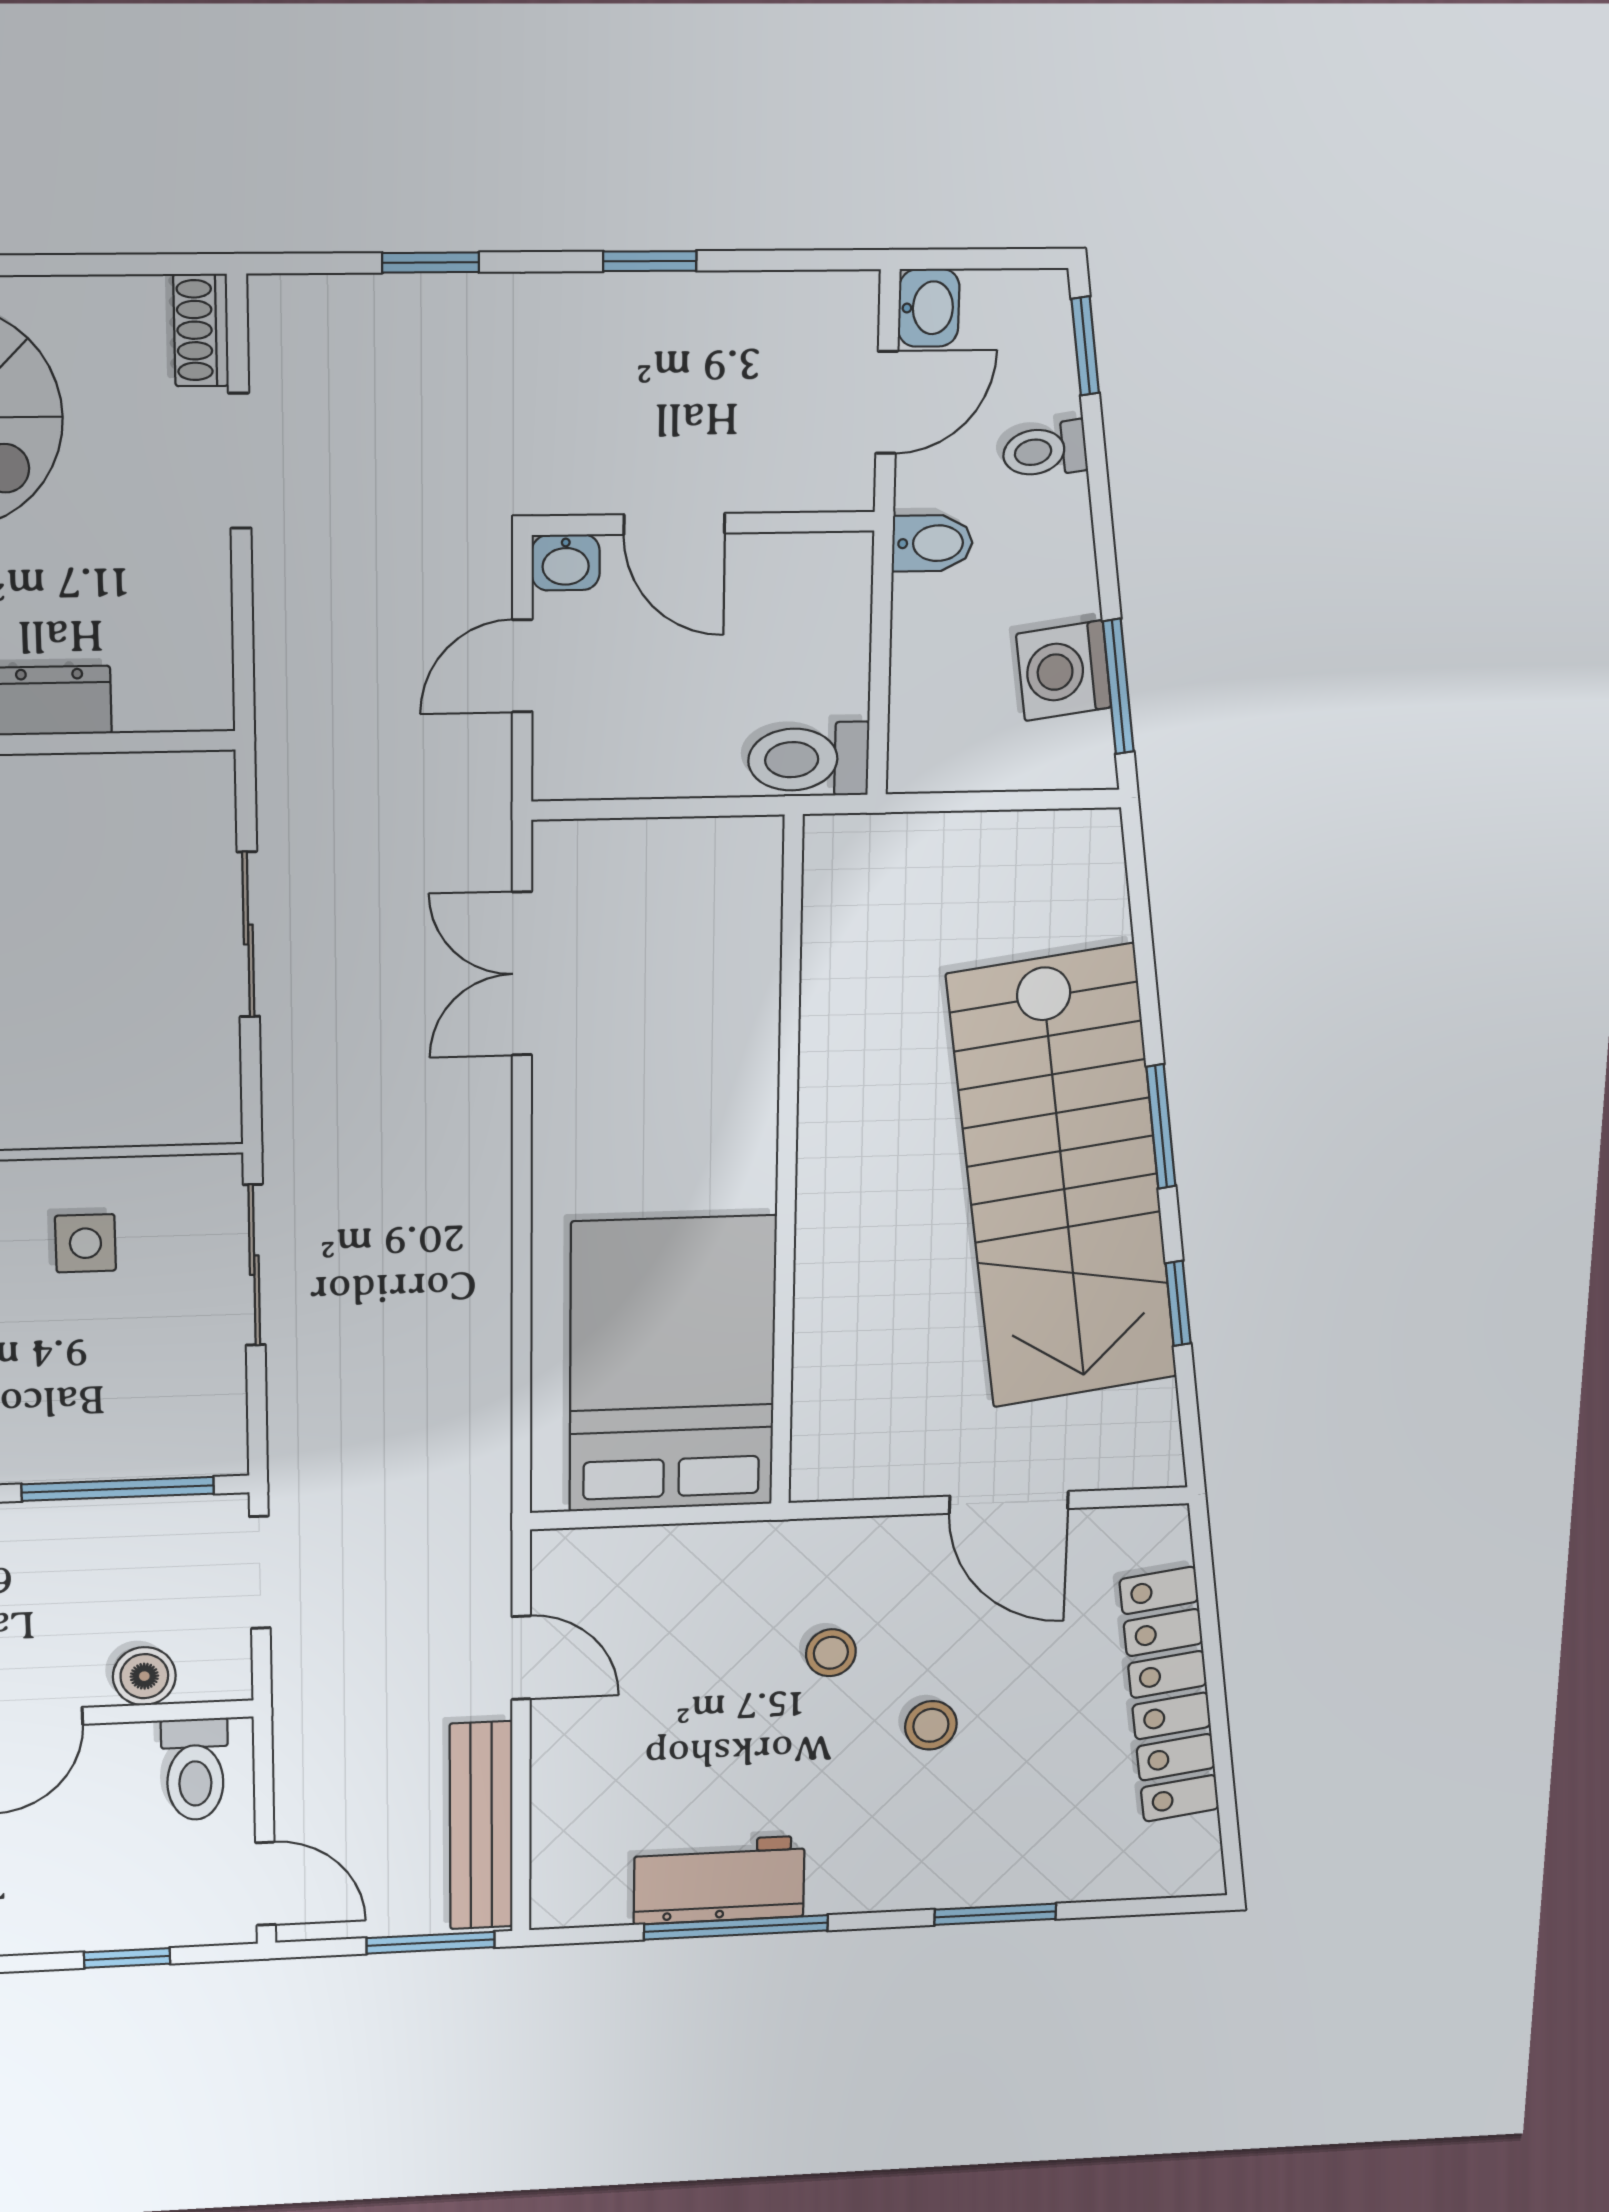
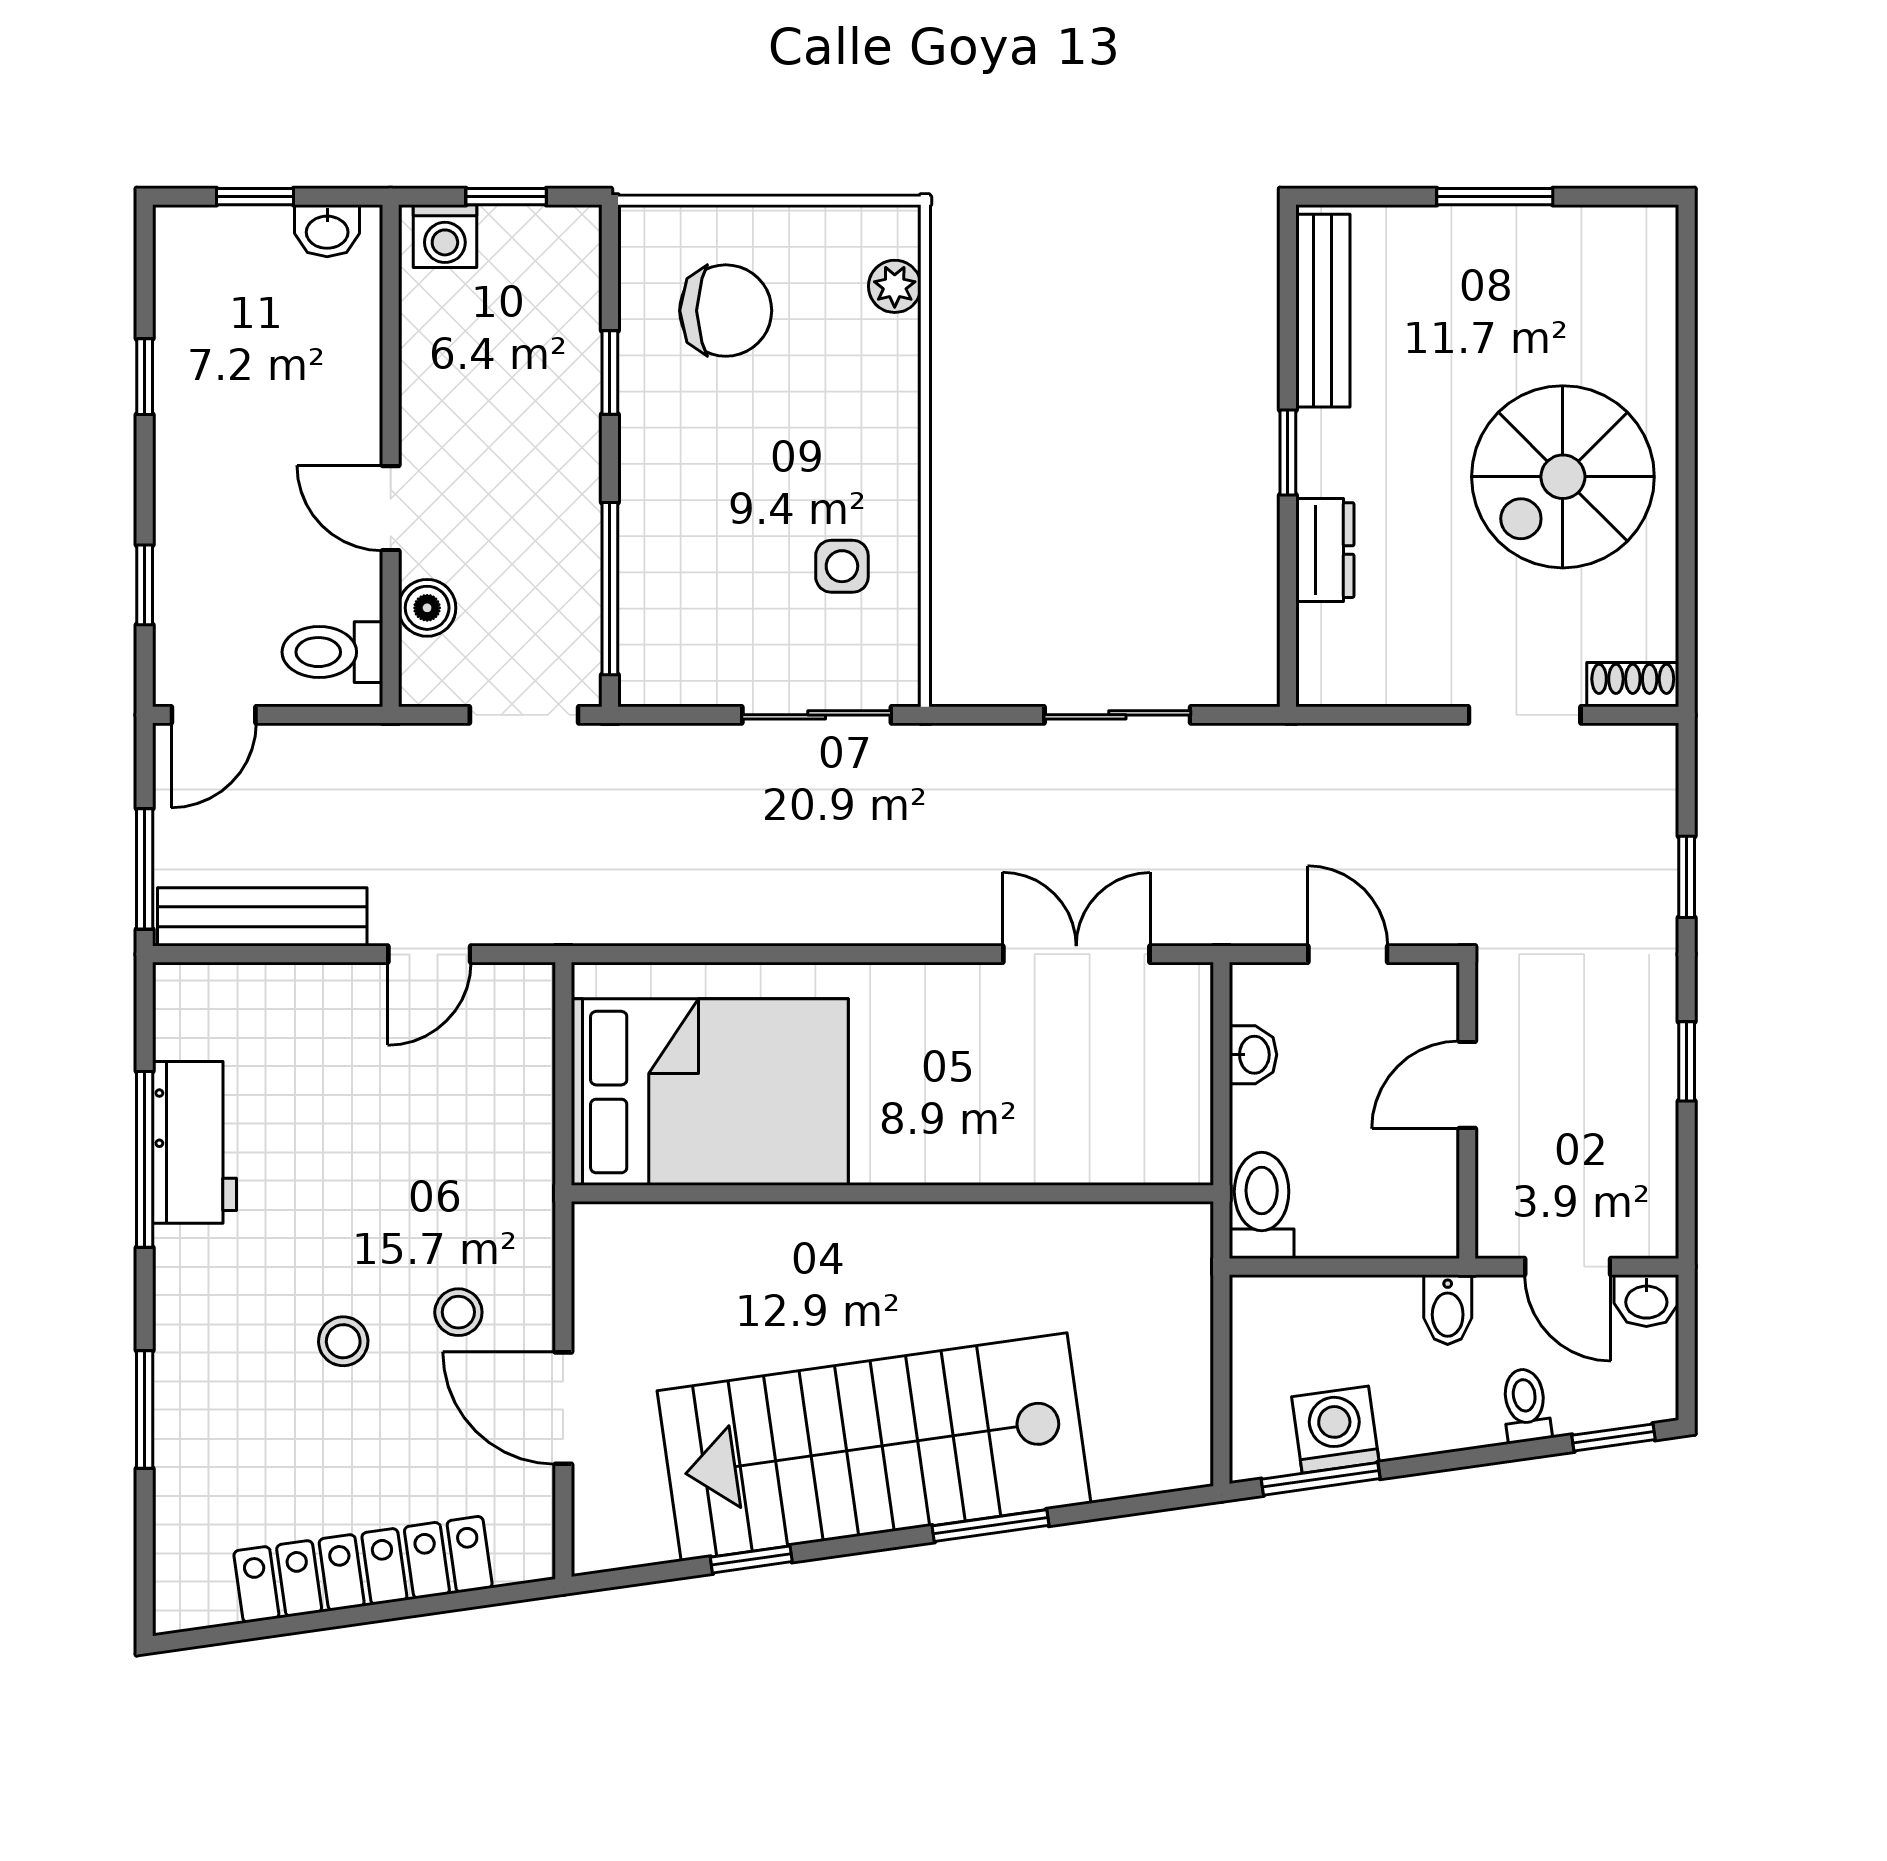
washbasin: (566, 562) -> (1253, 1055), moved, turned 180
window: (1161, 1126) -> (991, 1526), moved
door: (1009, 1502) -> (563, 1408), hinge flipped
stool: (831, 1653) -> (458, 1312), moved

